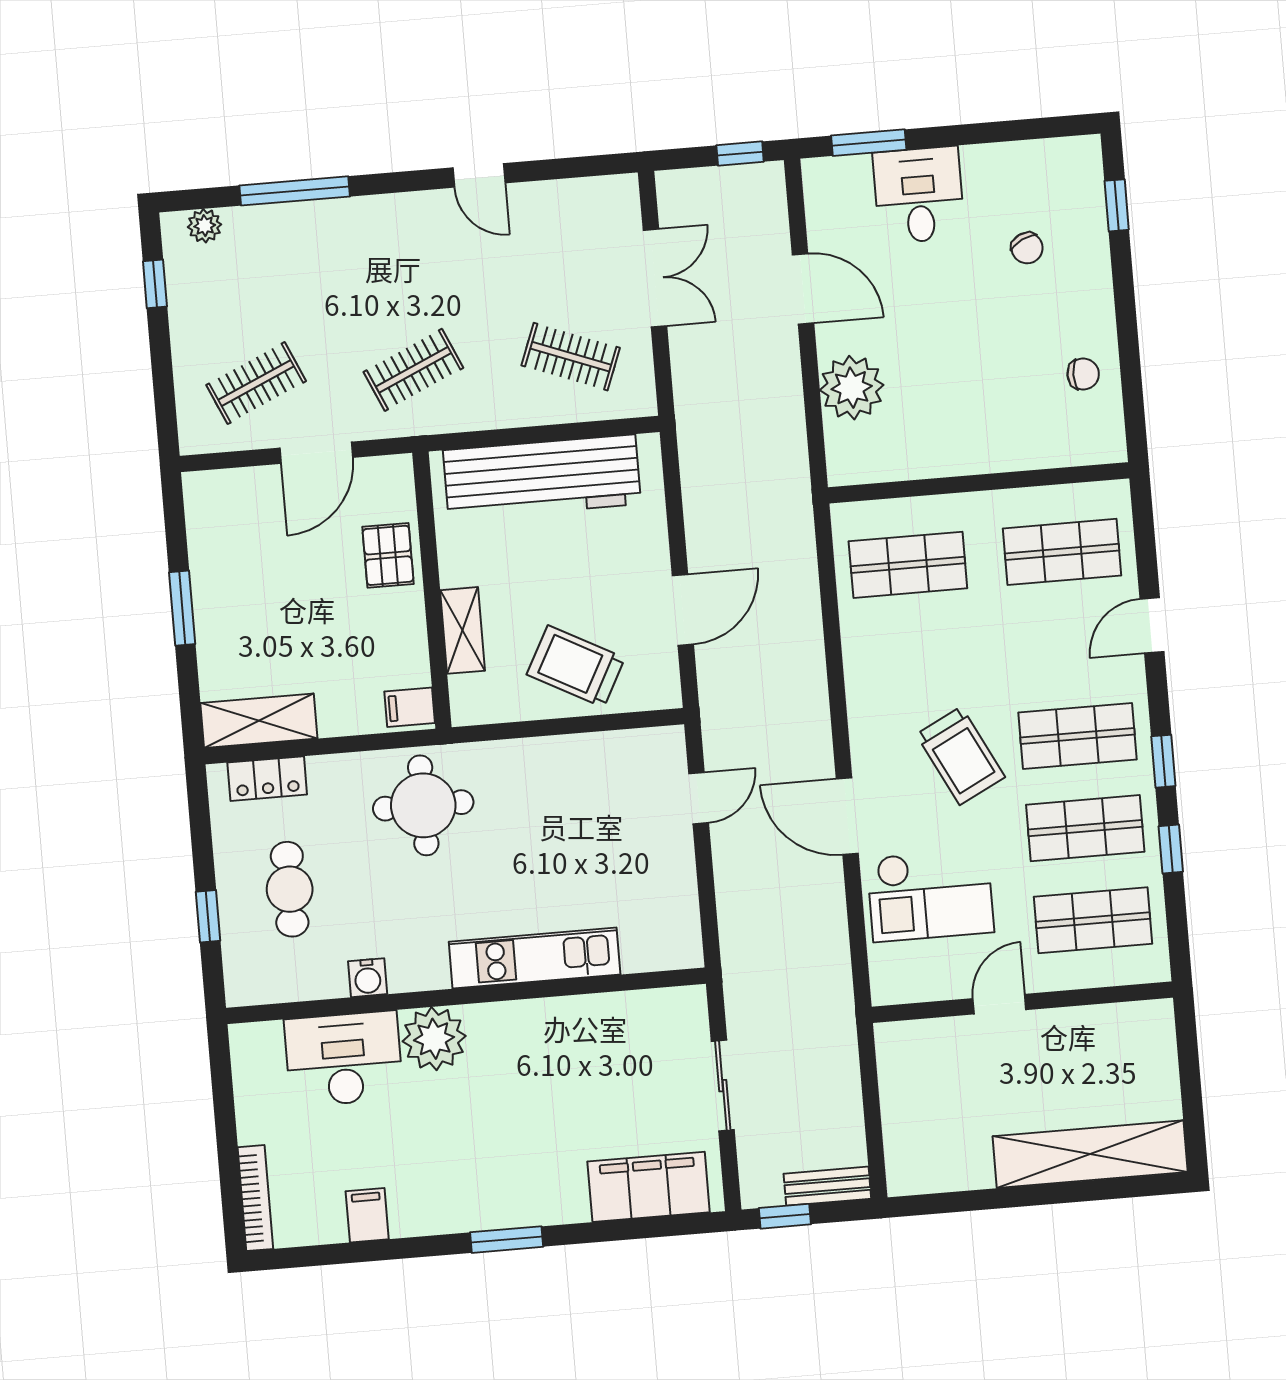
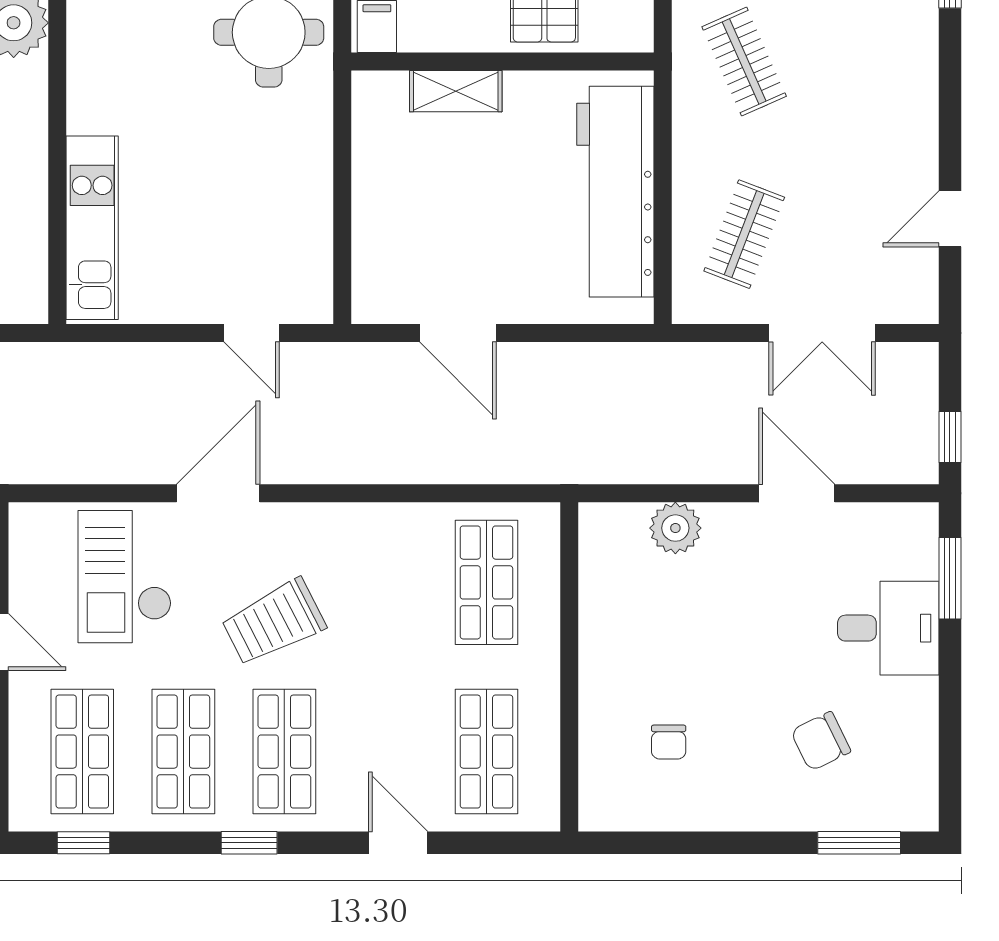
door: (479, 175) -> (950, 219), moved
window: (1117, 205) -> (859, 843), width x1.50
chair: (1027, 248) -> (821, 741), width x1.37, depth x1.37
door: (803, 289) -> (797, 493), swing flipped
chair: (1083, 374) -> (669, 742), moved
plant: (852, 388) -> (675, 528), width x0.73, depth x0.73
trolley: (576, 666) -> (406, 211), removed
window: (1171, 849) -> (84, 843), moved
kitchen unit: (535, 958) -> (92, 228), moved

